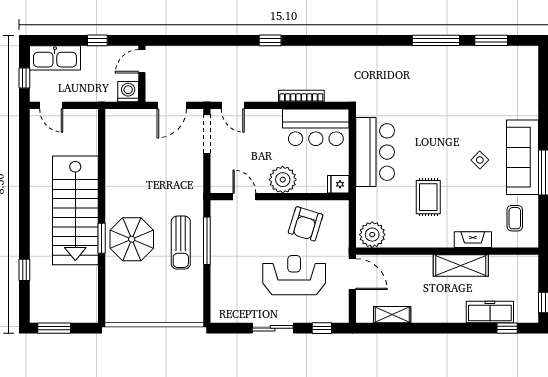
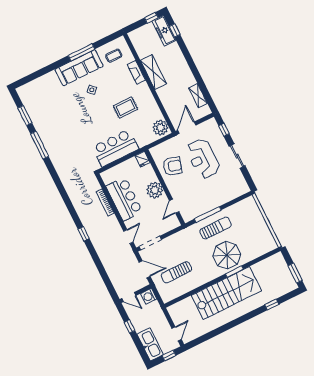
bar counter: (316, 127) -> (124, 199), moved
sun lounger: (144, 151) -> (176, 272), added
freezer: (490, 312) -> (164, 31), moved

